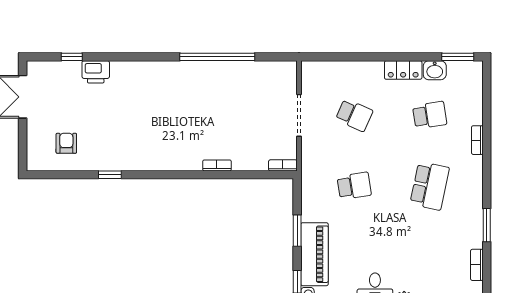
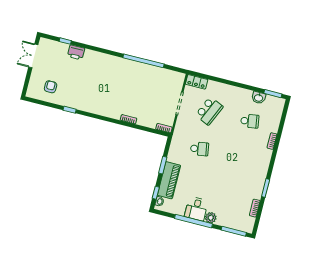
locker: (403, 70) -> (197, 82), moved
school desk: (354, 115) -> (209, 111), width x1.85
school desk: (430, 186) -> (240, 159), removed

